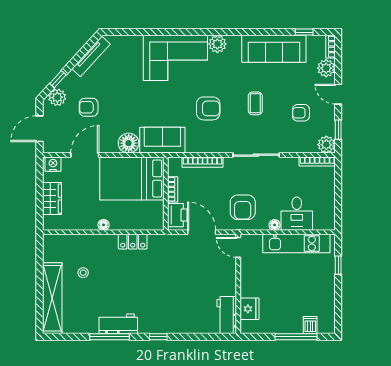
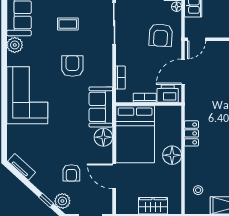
plant: (217, 44) -> (15, 45), moved
tv unit: (91, 56) -> (22, 167), width x0.71
bookcase: (203, 162) -> (120, 78), width x0.64
nightstand: (53, 164) -> (122, 205), removed
armchair: (243, 207) -> (161, 35), turned 94
floor lamp: (104, 225) -> (172, 155), width x1.89, depth x1.89
stool: (83, 273) -> (198, 190), moved

